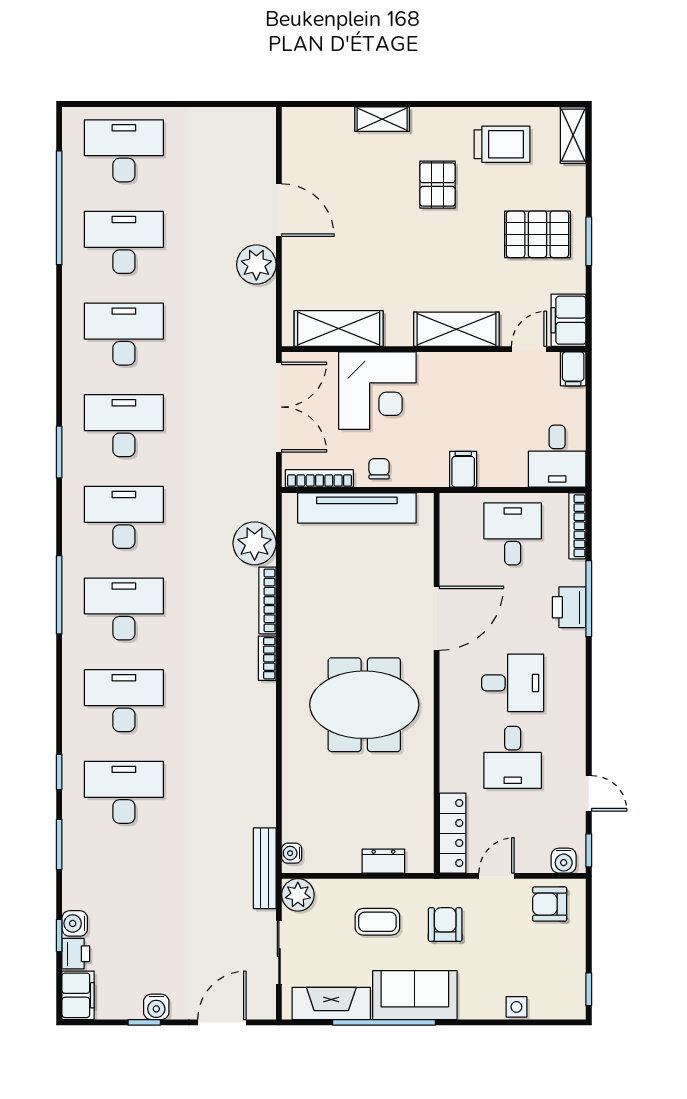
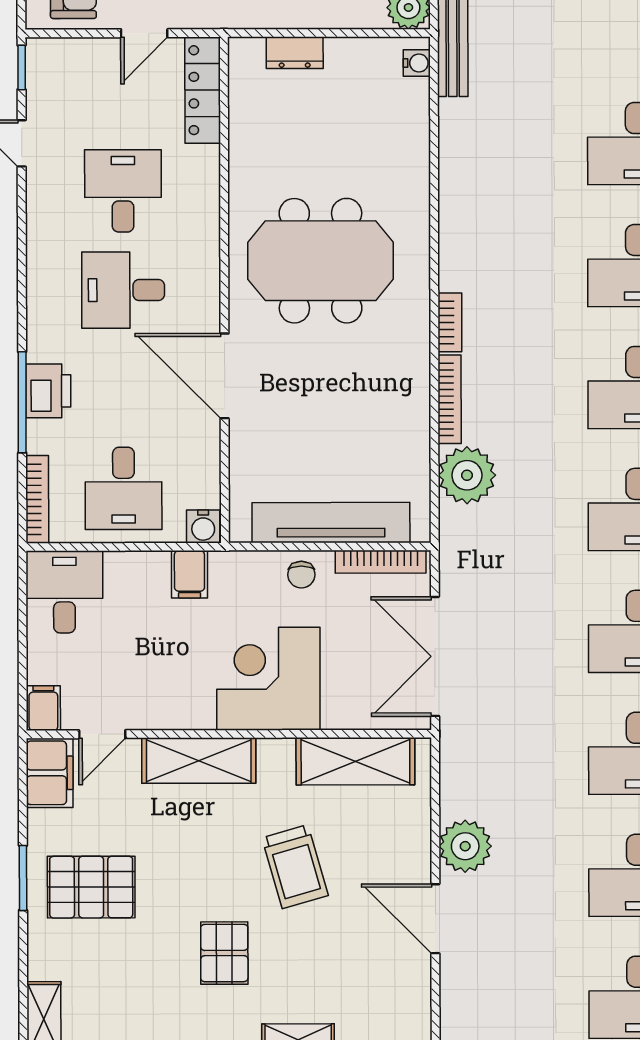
trolley: (502, 144) -> (295, 867), moved, turned -106
corner desk: (377, 391) -> (268, 679), moved
door: (437, 618) -> (225, 376), hinge flipped
water cooler: (564, 861) -> (203, 526), moved, turned 180

